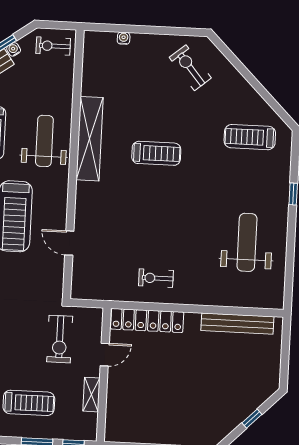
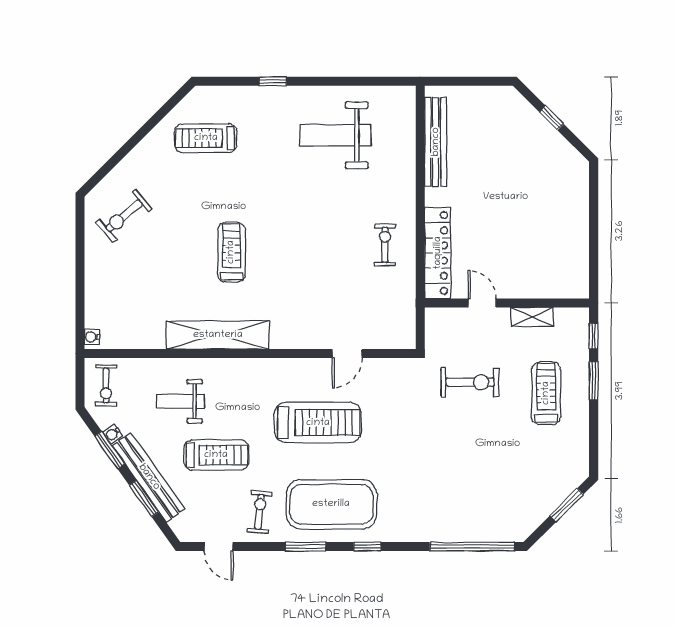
water cooler: (124, 38) -> (92, 337), moved
treadmill: (250, 137) -> (206, 138), turned 90
weight bench: (44, 141) -> (180, 401), moved, width x0.73, depth x0.75
exercise bike: (156, 278) -> (385, 245), turned 180
exercise bike: (60, 339) -> (470, 382), moved

